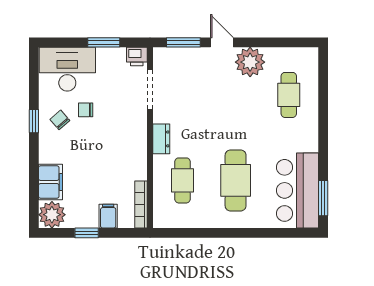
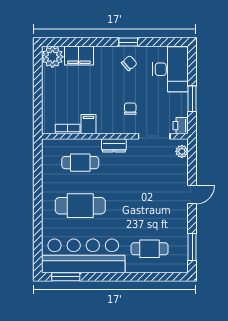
window: (183, 42) -> (192, 247), moved
plant: (250, 62) -> (182, 151), moved, width x0.53, depth x0.53
chair: (86, 110) -> (130, 109), moved
bar counter: (297, 190) -> (83, 256), width x1.36
bookcase: (141, 204) -> (68, 129), width x0.64
filing cabinet: (108, 216) -> (88, 124), moved, turned -90
window: (87, 233) -> (38, 85), removed

